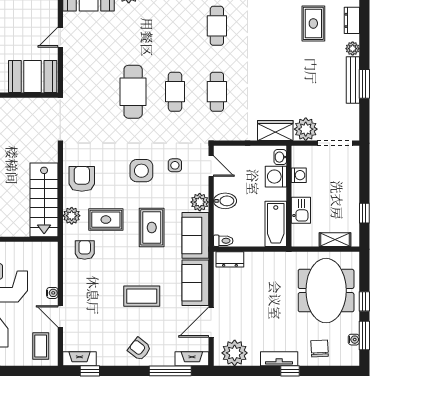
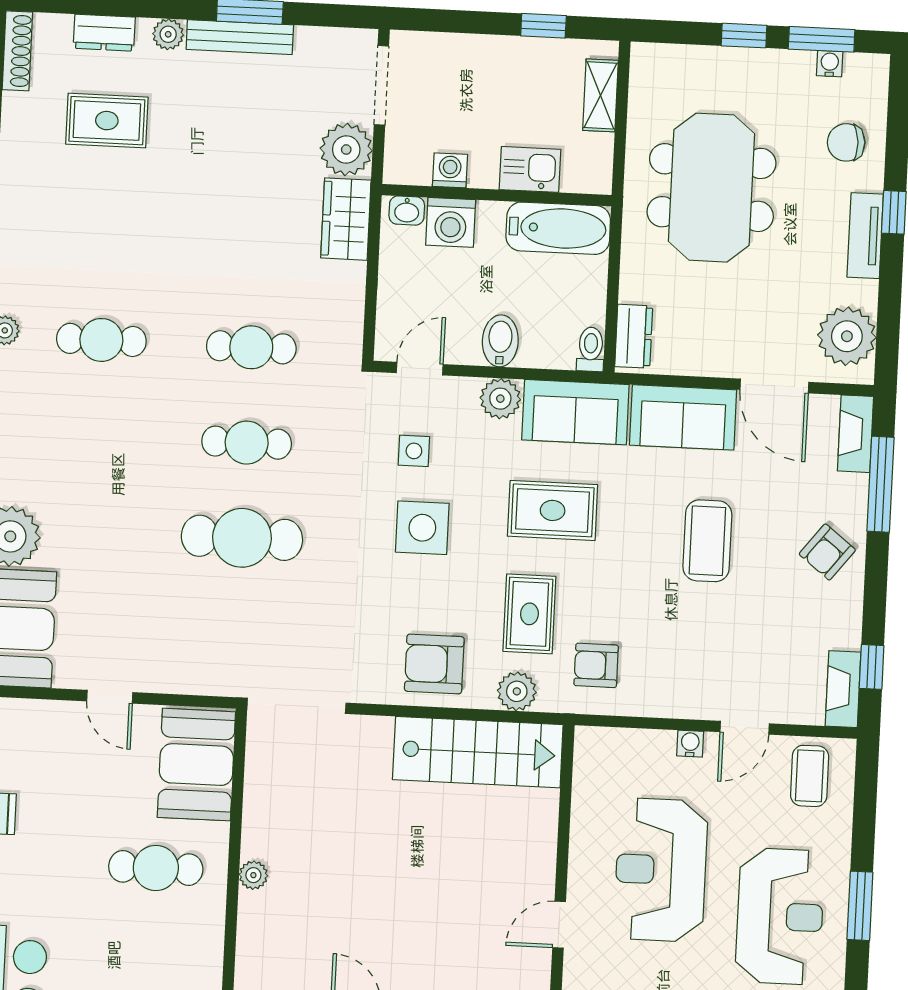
meeting table: (326, 291) -> (711, 188), moved, turned 90
coffee table: (41, 346) -> (810, 776), turned 90

